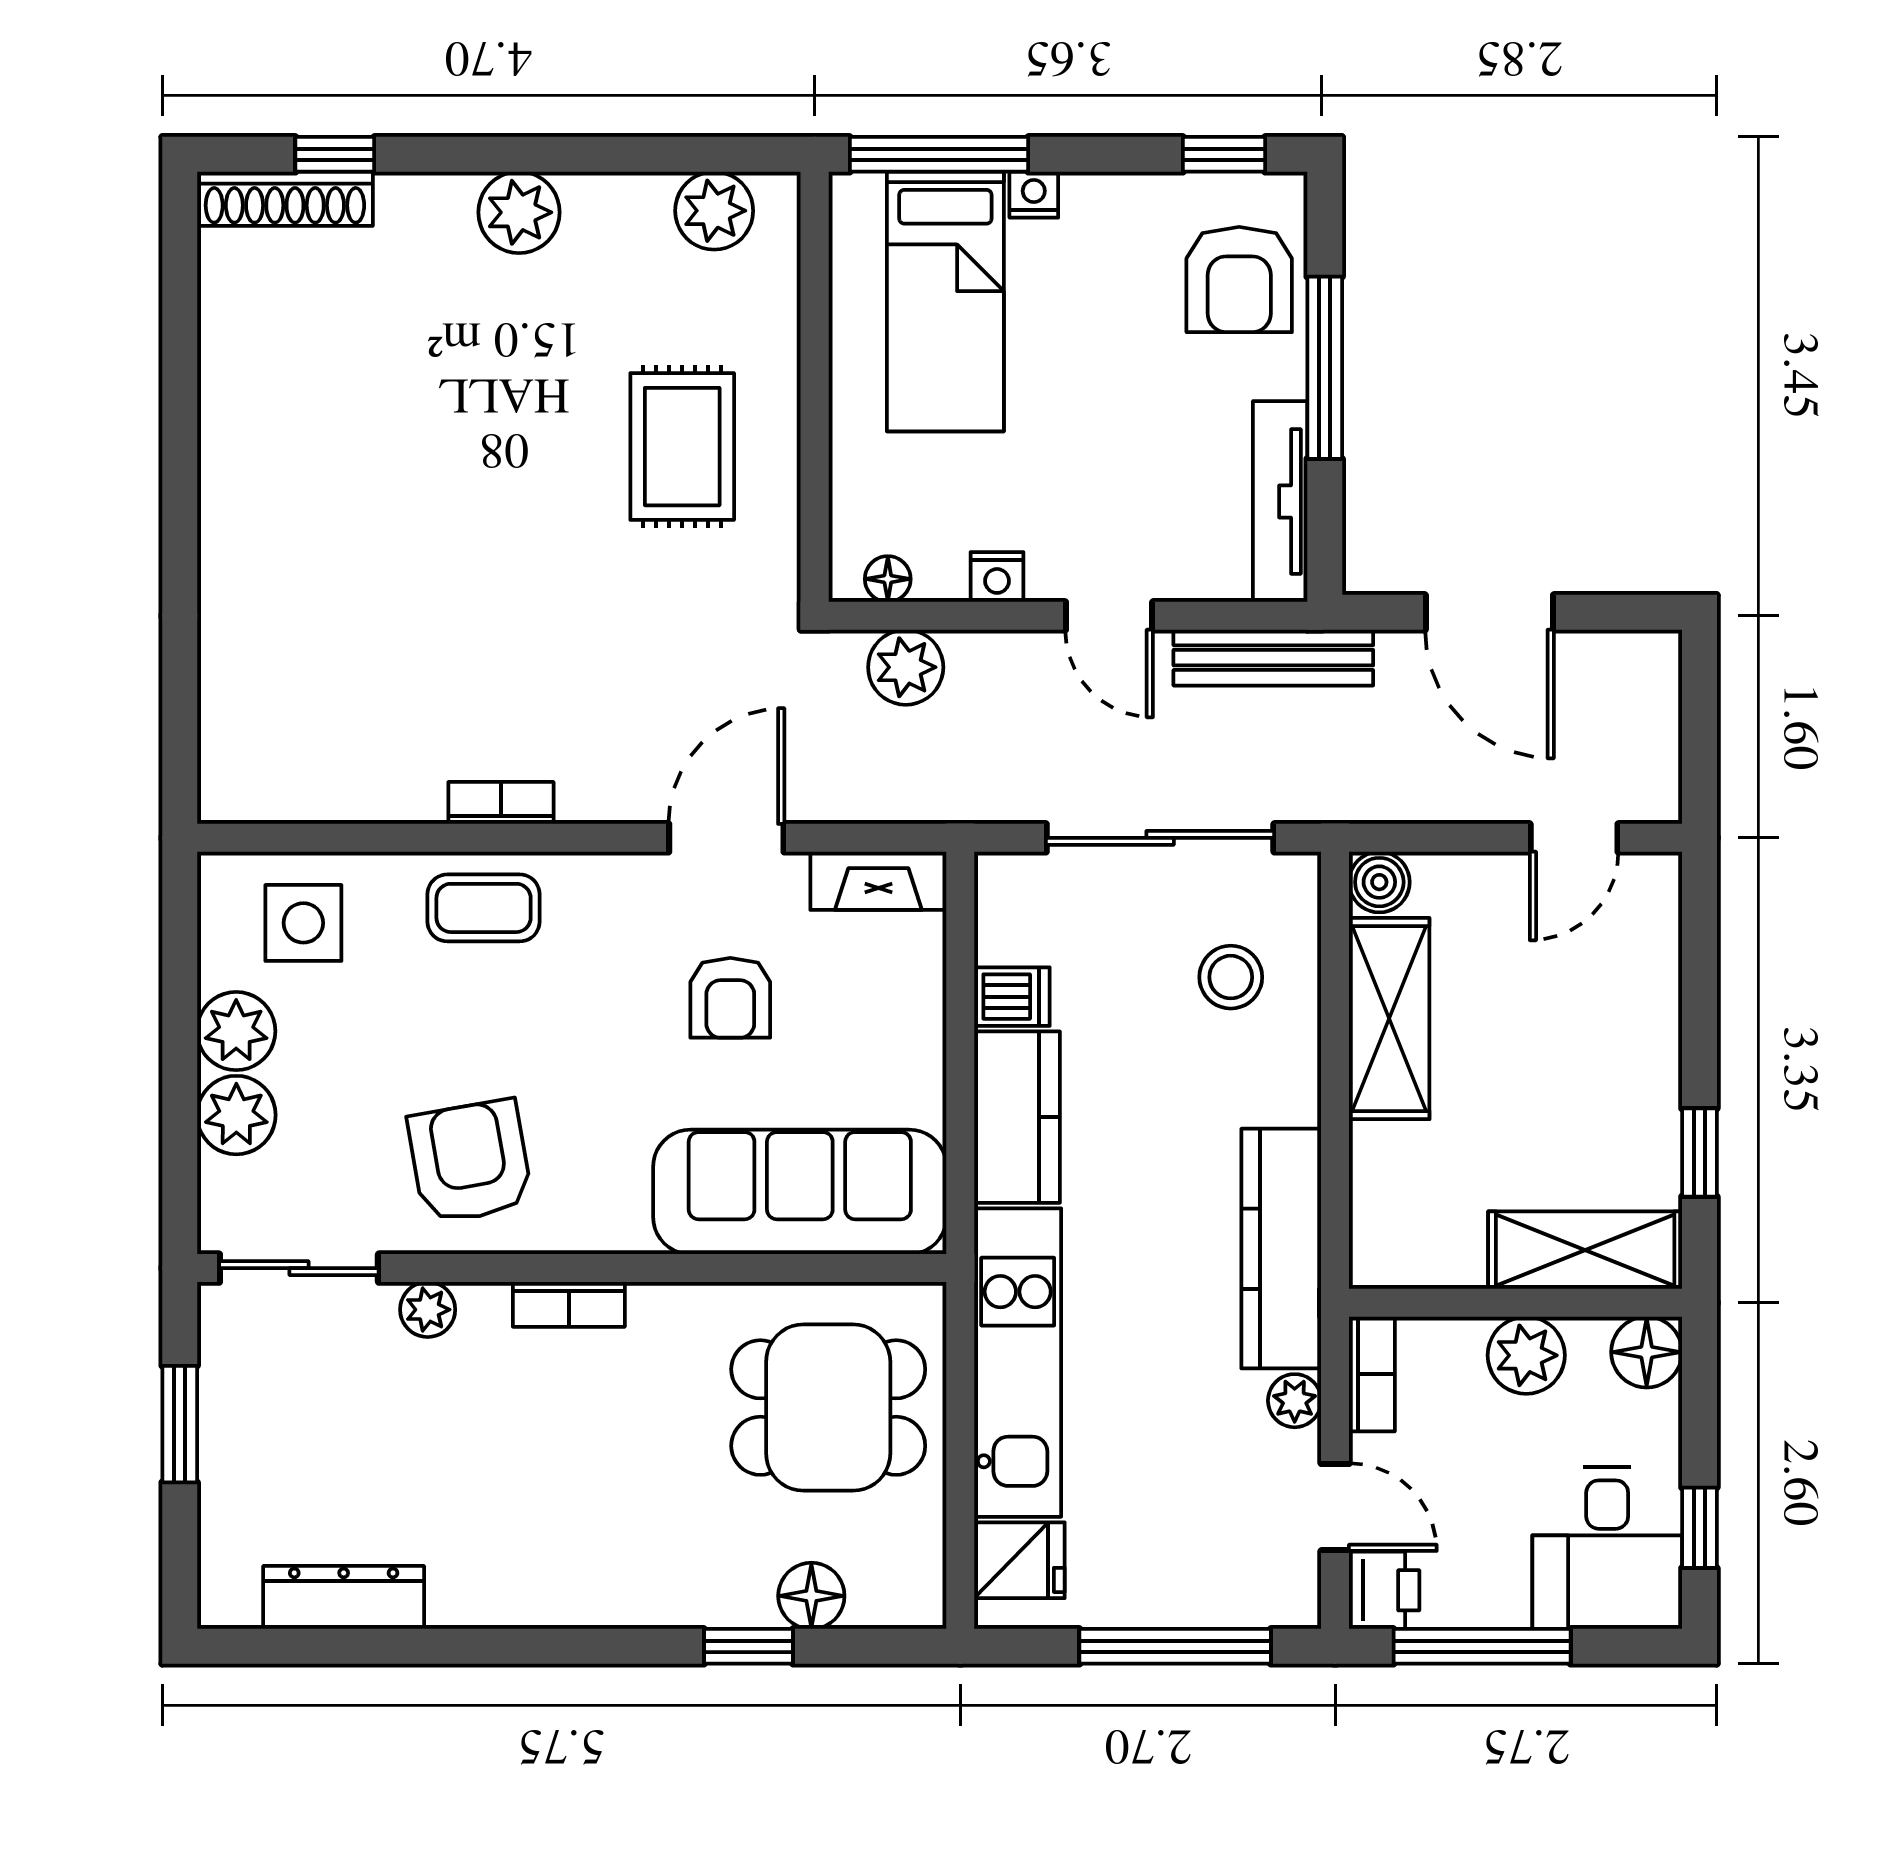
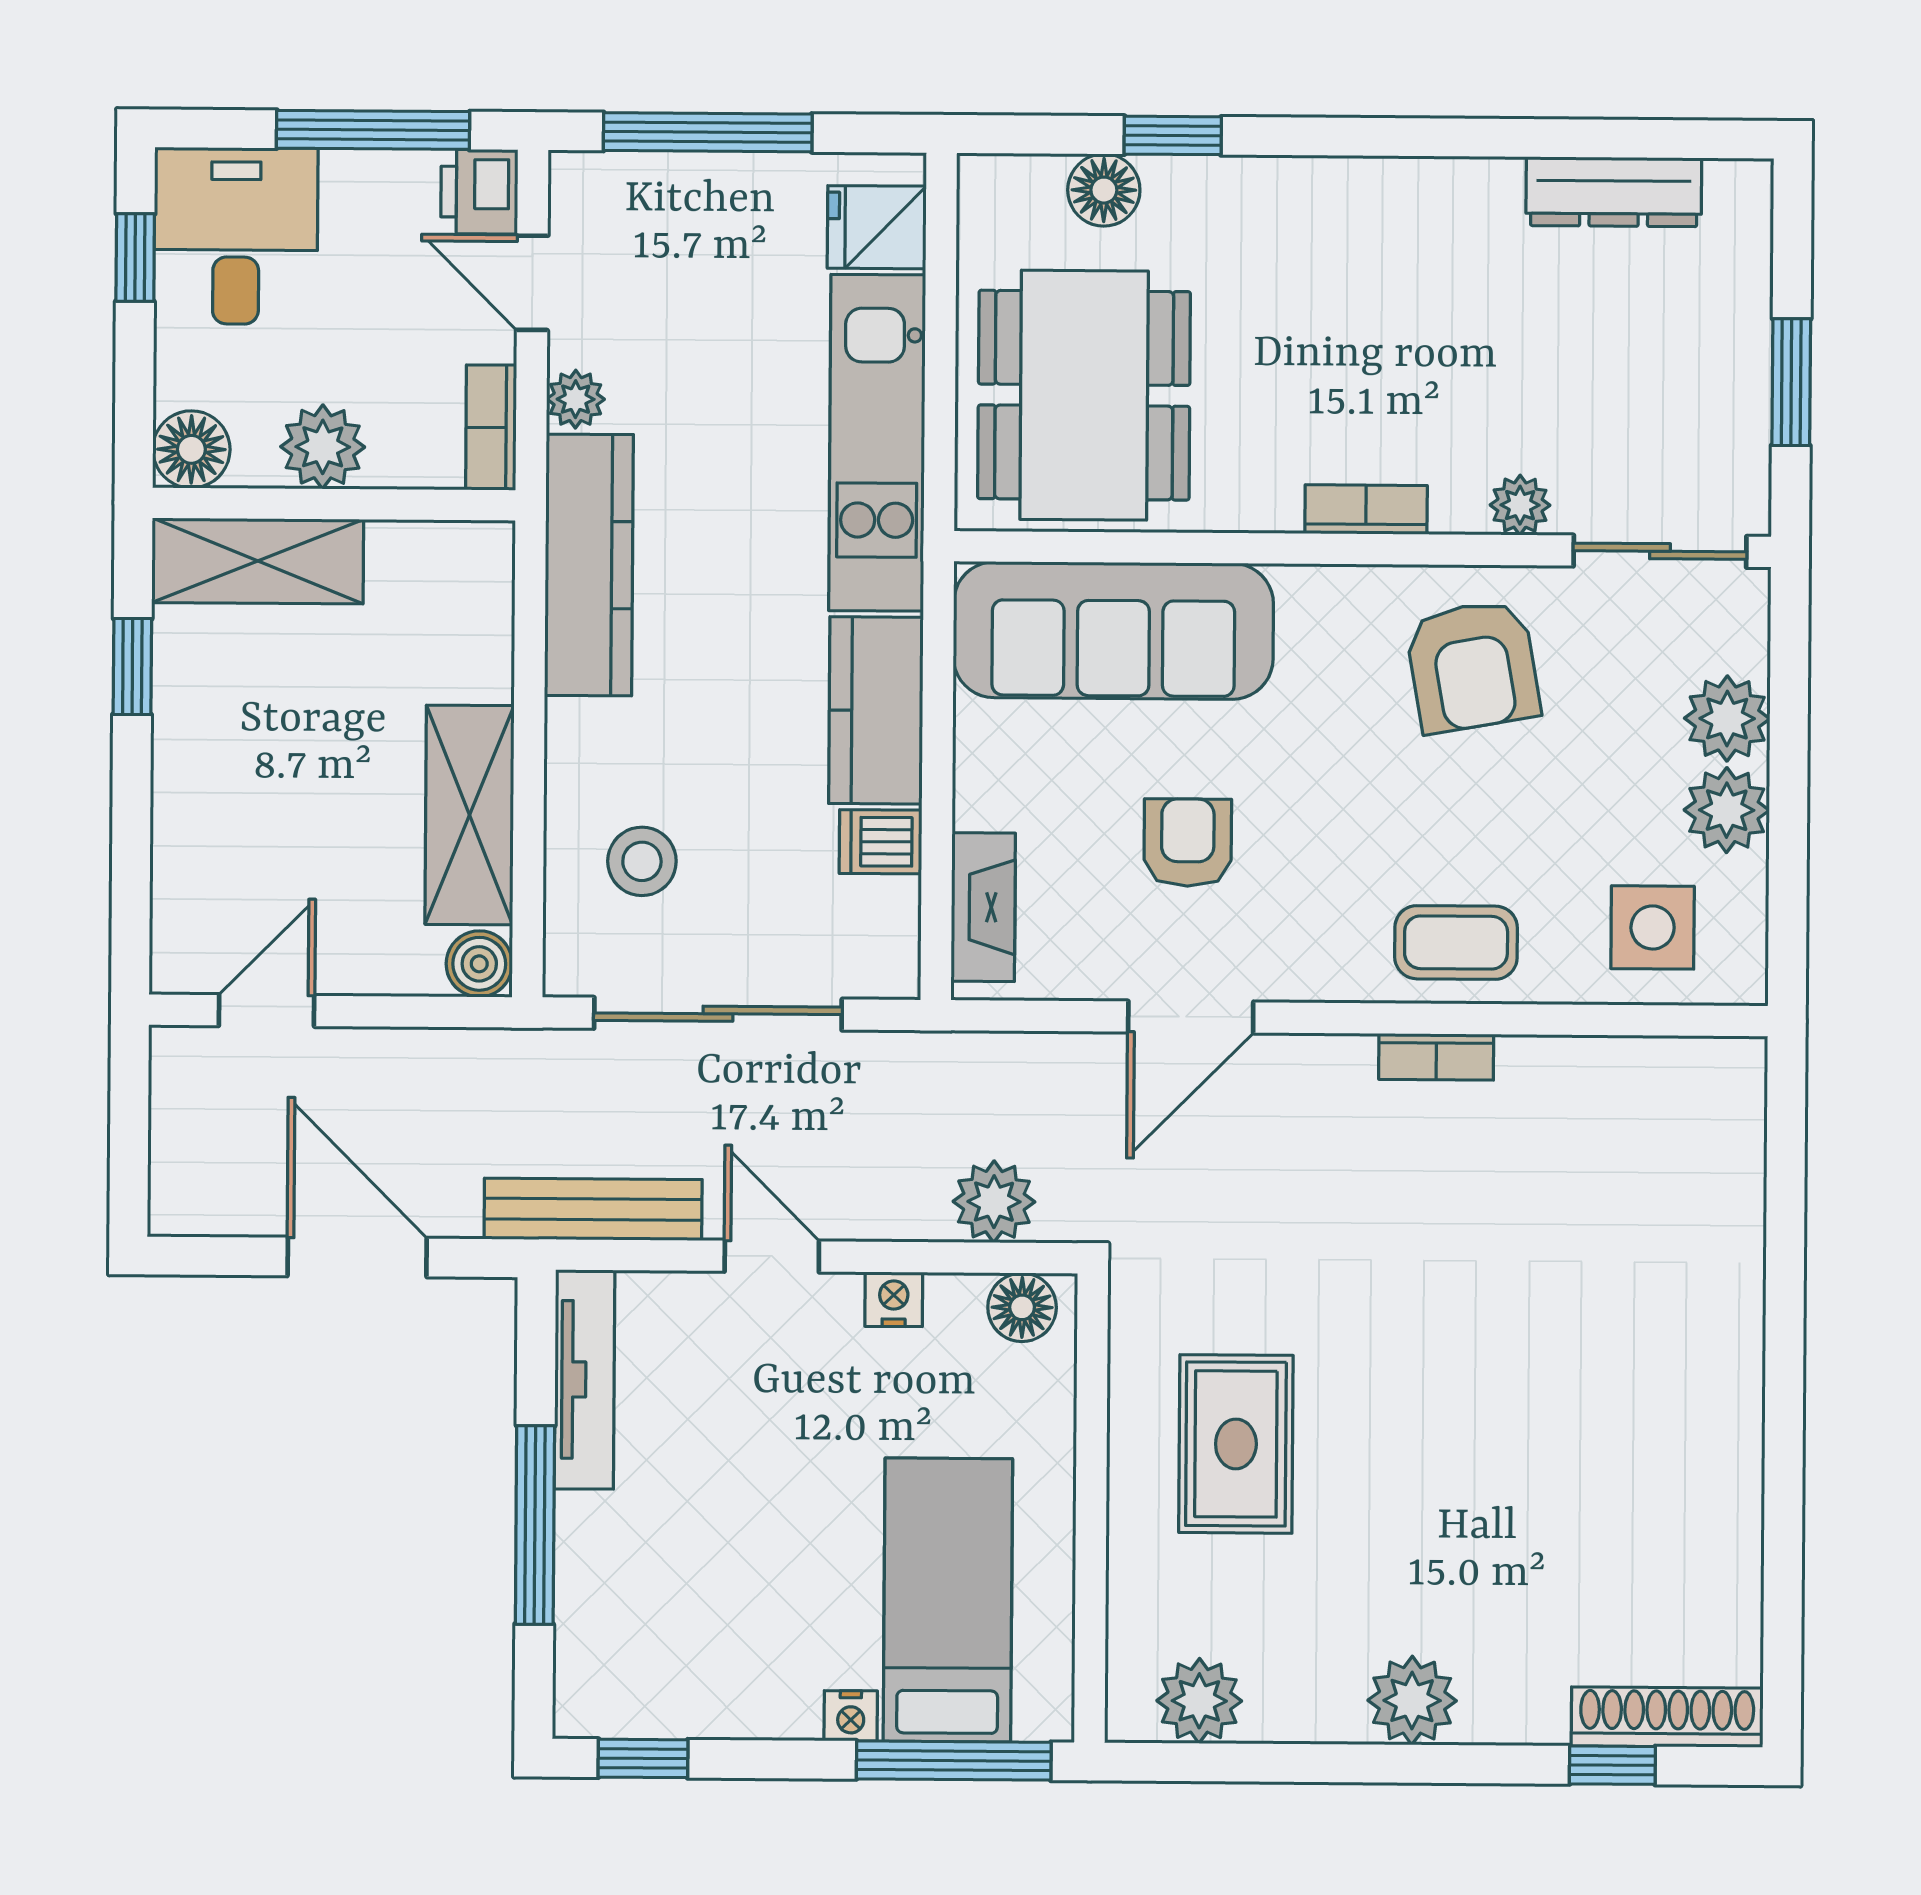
armchair: (1239, 279) -> (627, 1622), removed
floor lamp: (888, 579) -> (1022, 1307), width x1.37, depth x1.37
fireplace: (878, 881) -> (983, 907), moved, turned 90
dining table: (828, 1408) -> (1084, 395), width x1.38

